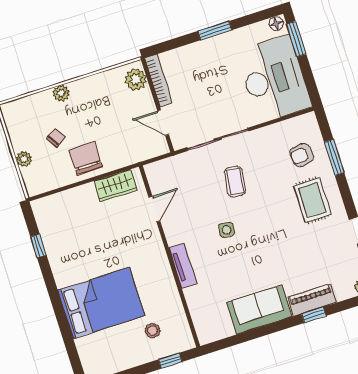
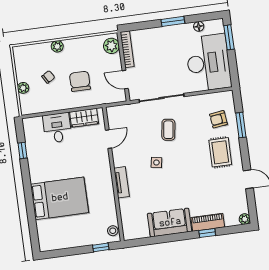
floor lamp: (276, 23) -> (199, 26), moved
chair: (86, 158) -> (80, 81), moved
desk: (81, 206) -> (57, 128), added
stool: (153, 331) -> (113, 231), moved

